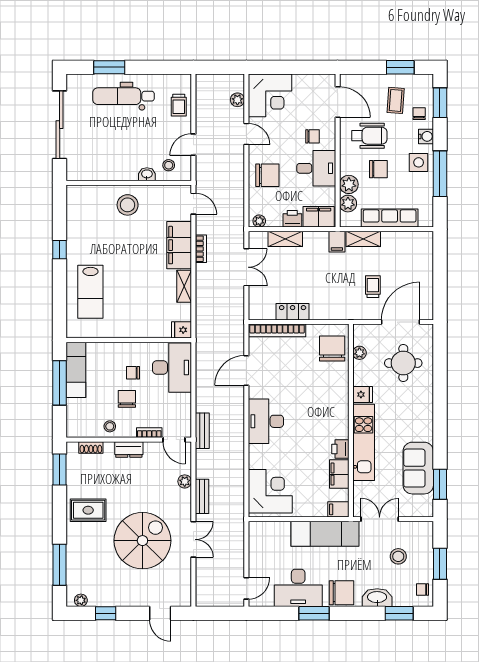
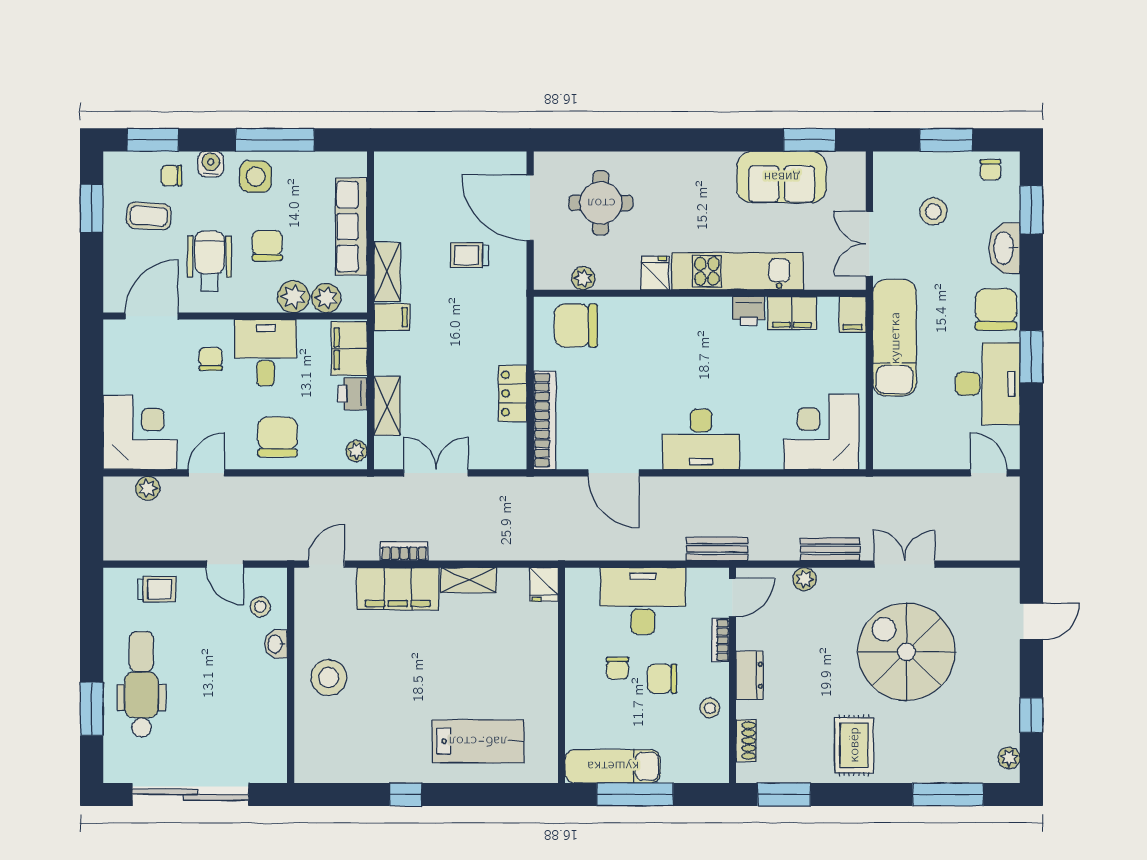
dental chair: (124, 96) -> (141, 684), turned 180
desk: (172, 368) -> (643, 601), moved

